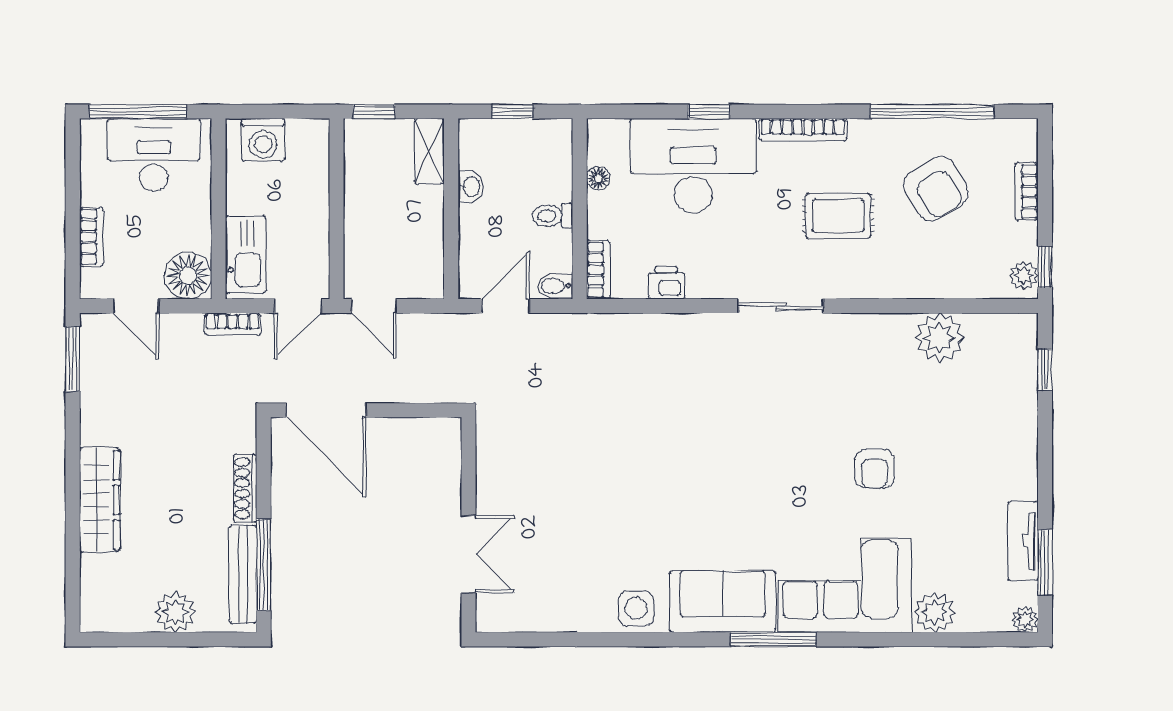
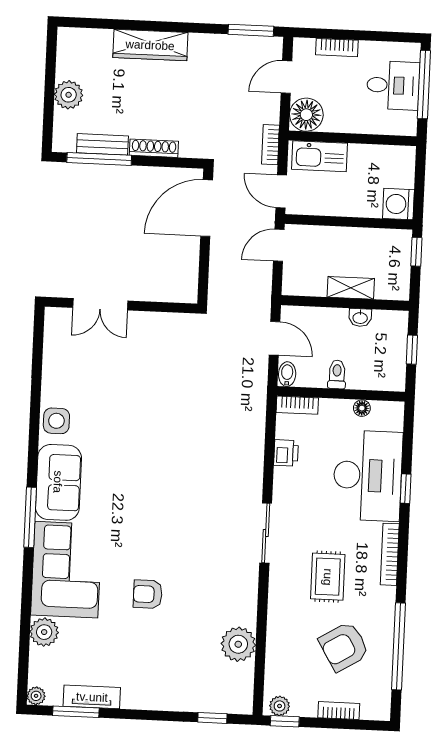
washing machine: (263, 140) -> (398, 204), moved
shelving: (429, 151) -> (351, 288), moved
desk: (154, 155) -> (393, 85), width x0.73
bench: (243, 574) -> (102, 144), width x0.73

